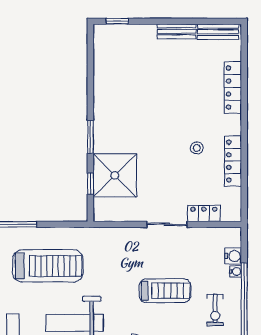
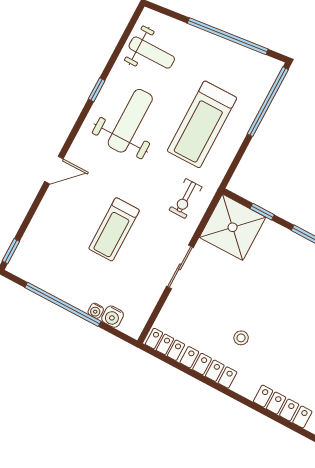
shower: (115, 175) -> (233, 227), moved
locker: (204, 213) -> (165, 344), moved, turned -90
exercise bike: (215, 310) -> (185, 199), moved, turned -90

